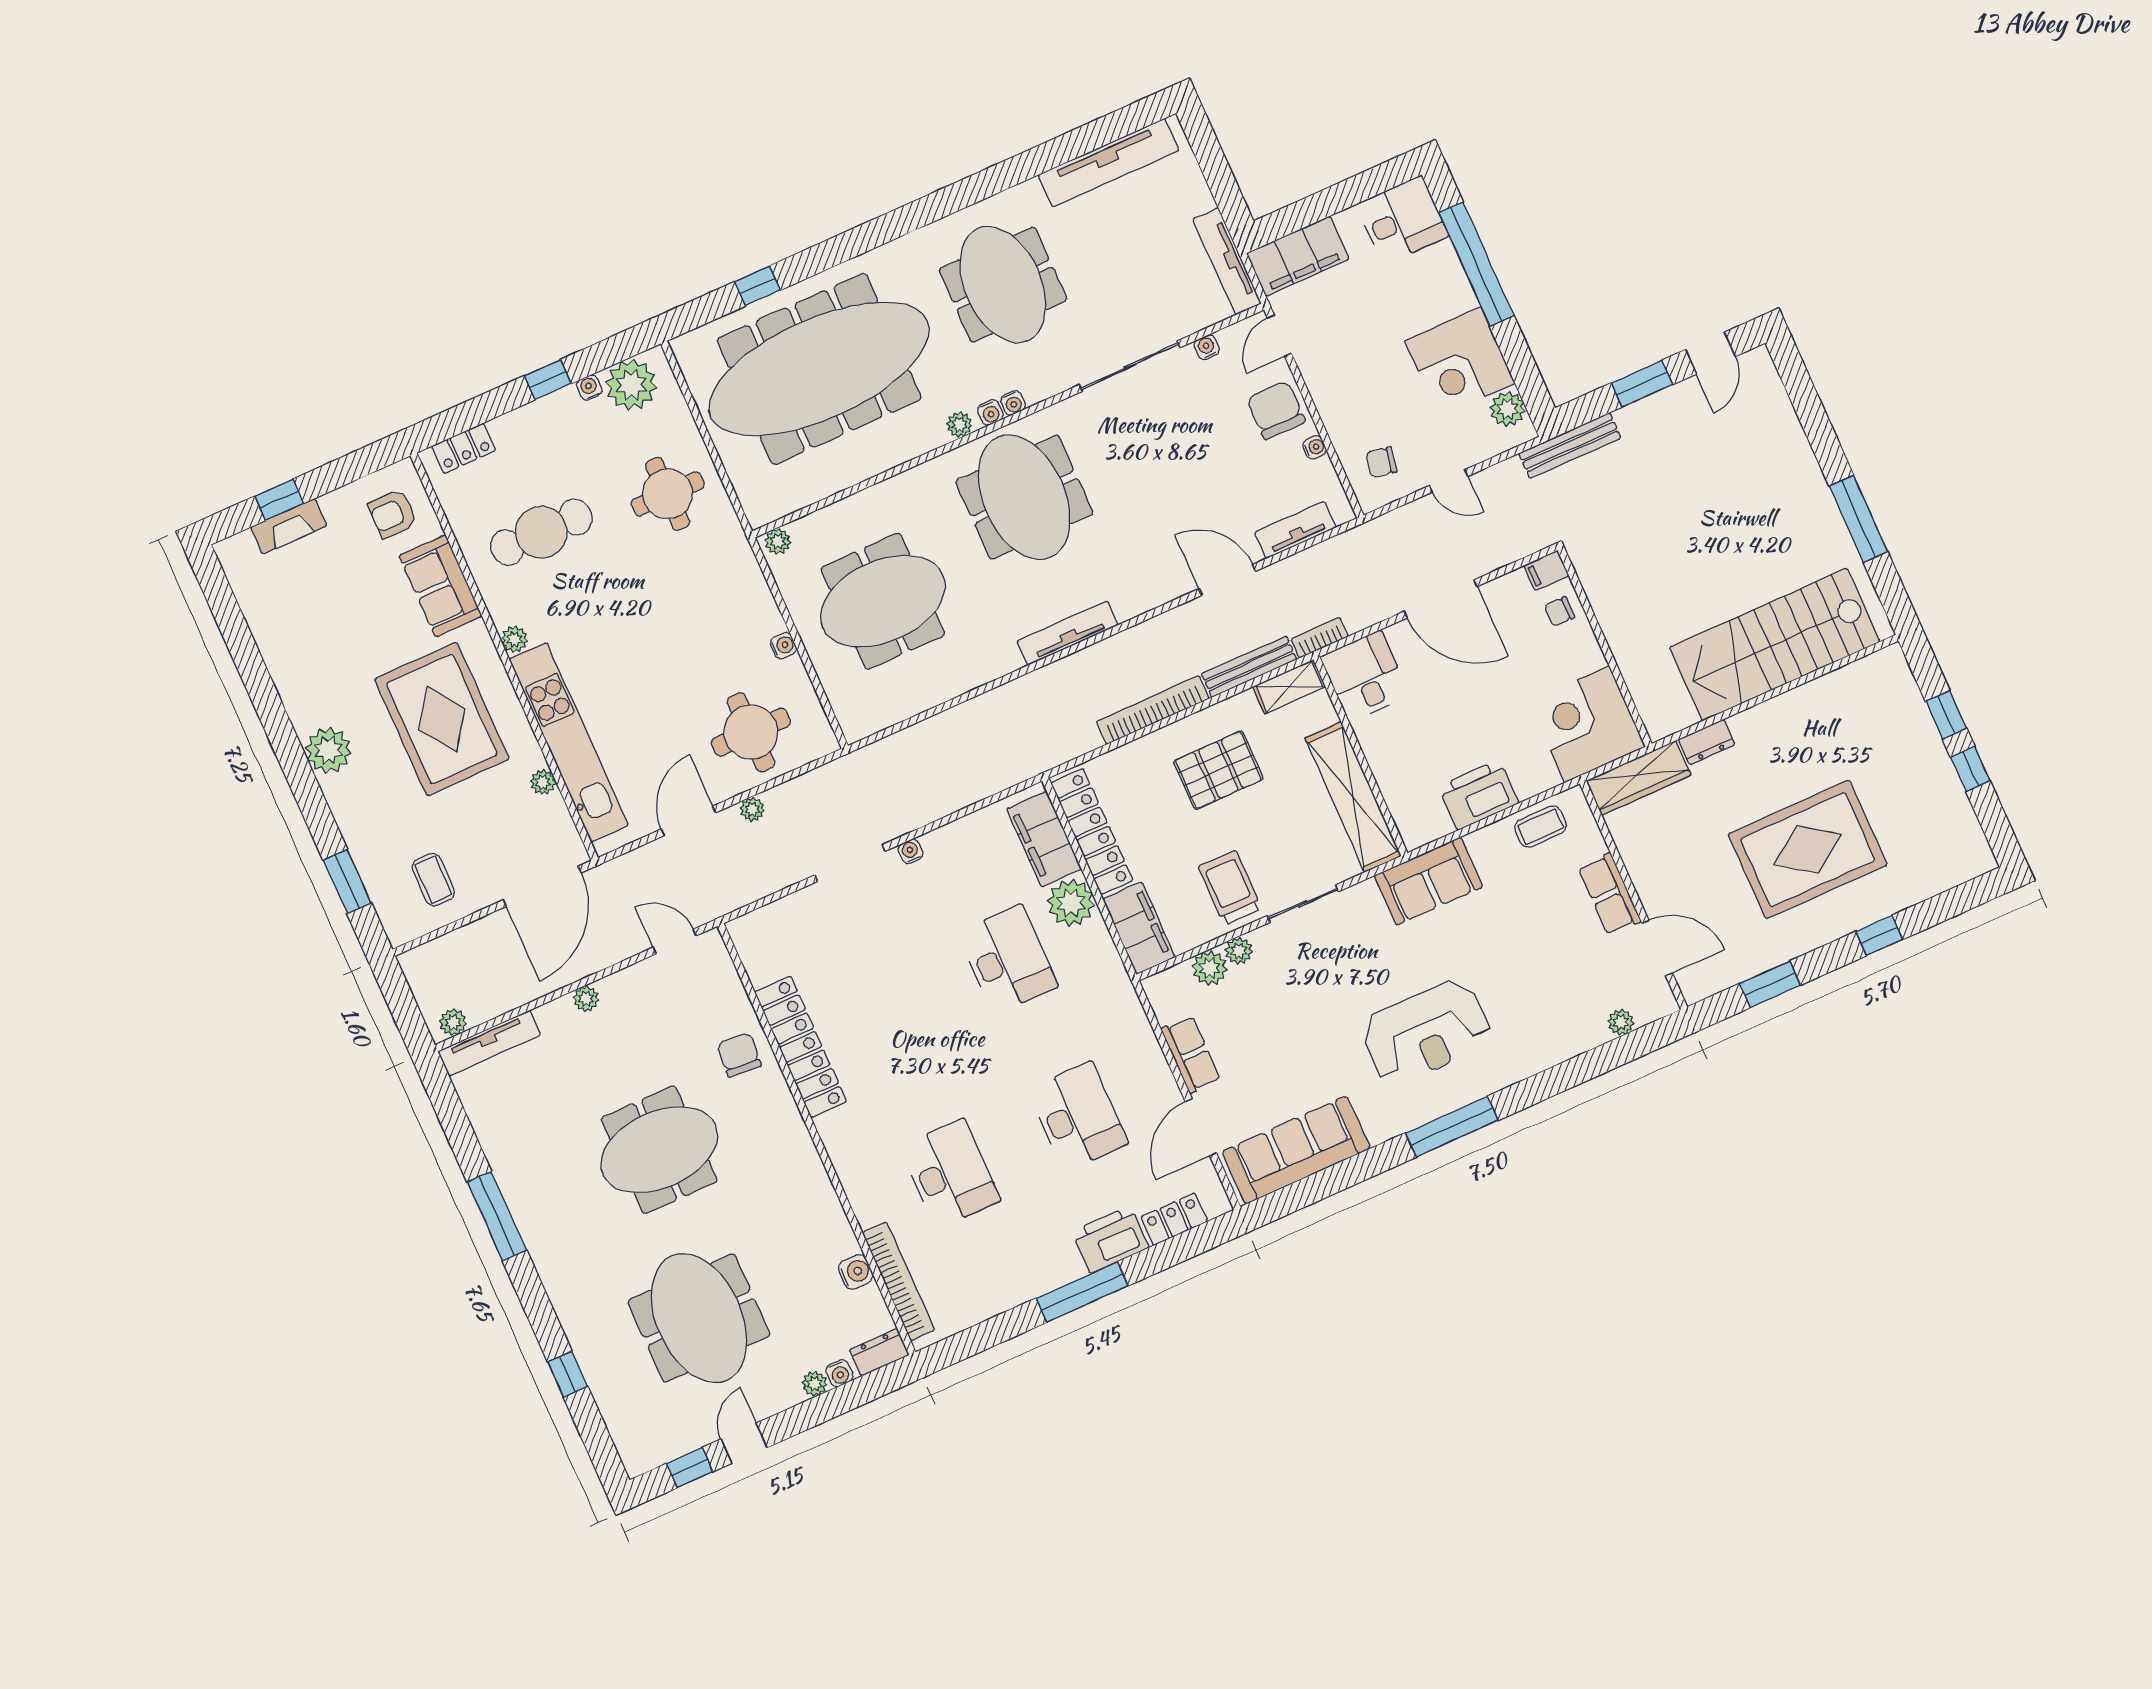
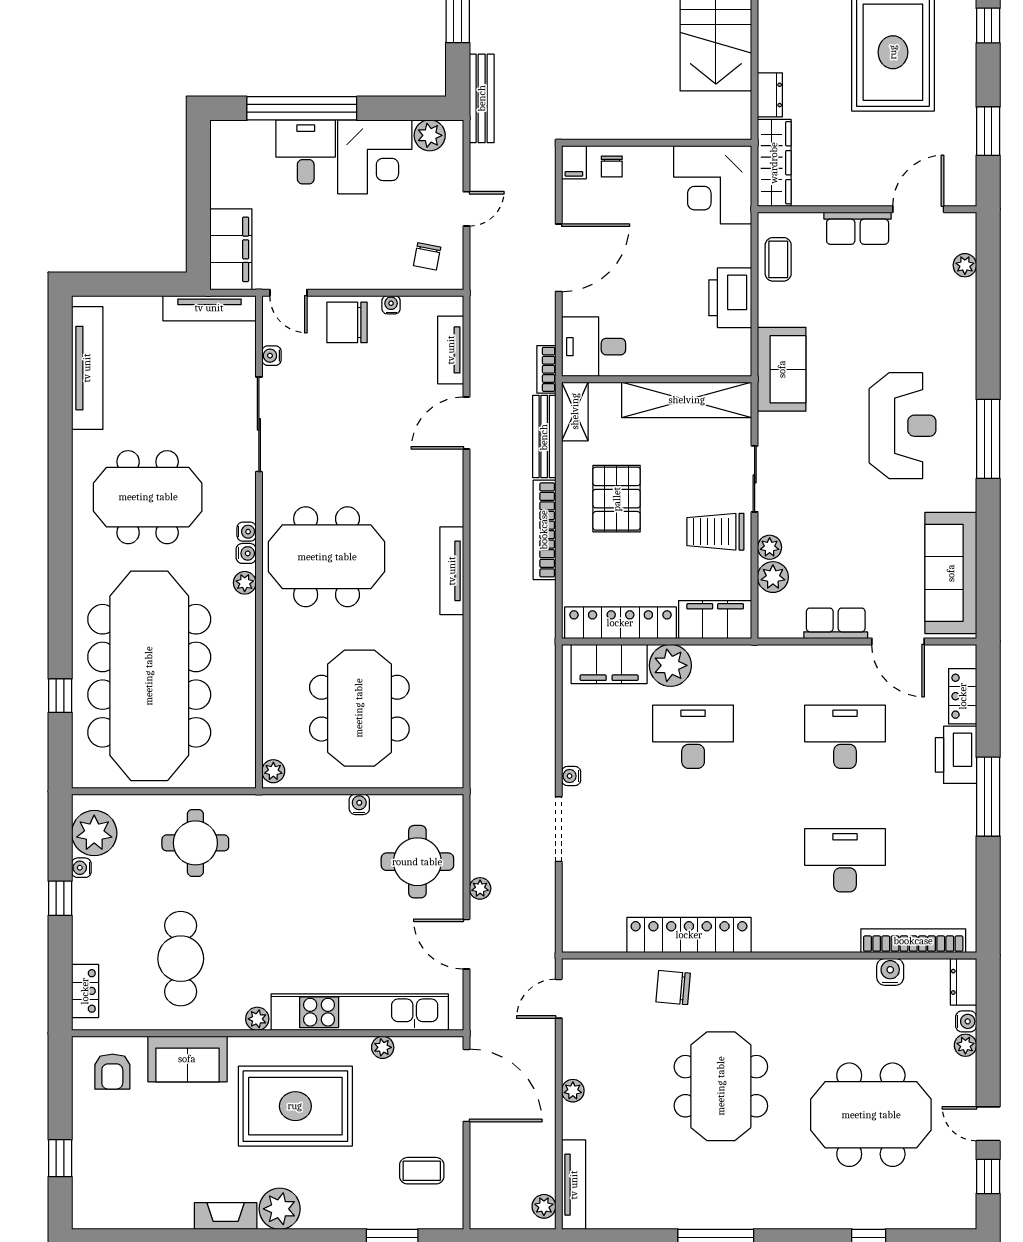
desk: (1403, 220) -> (306, 152), moved
fireplace: (289, 526) -> (226, 1216), moved, turned -90

